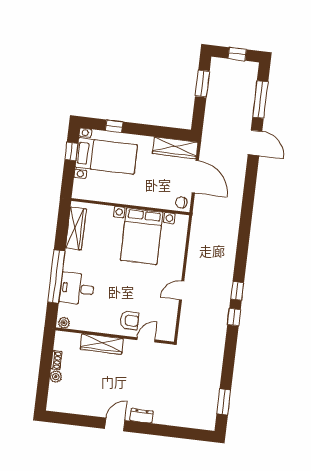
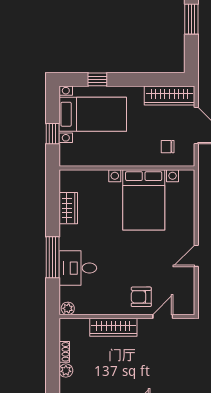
window: (71, 151) -> (53, 134), moved
chair: (181, 202) -> (168, 147), moved
wardrobe: (76, 228) -> (68, 208), width x0.67
window: (56, 276) -> (53, 257), width x0.68
armchair: (129, 320) -> (141, 297), turned 180

